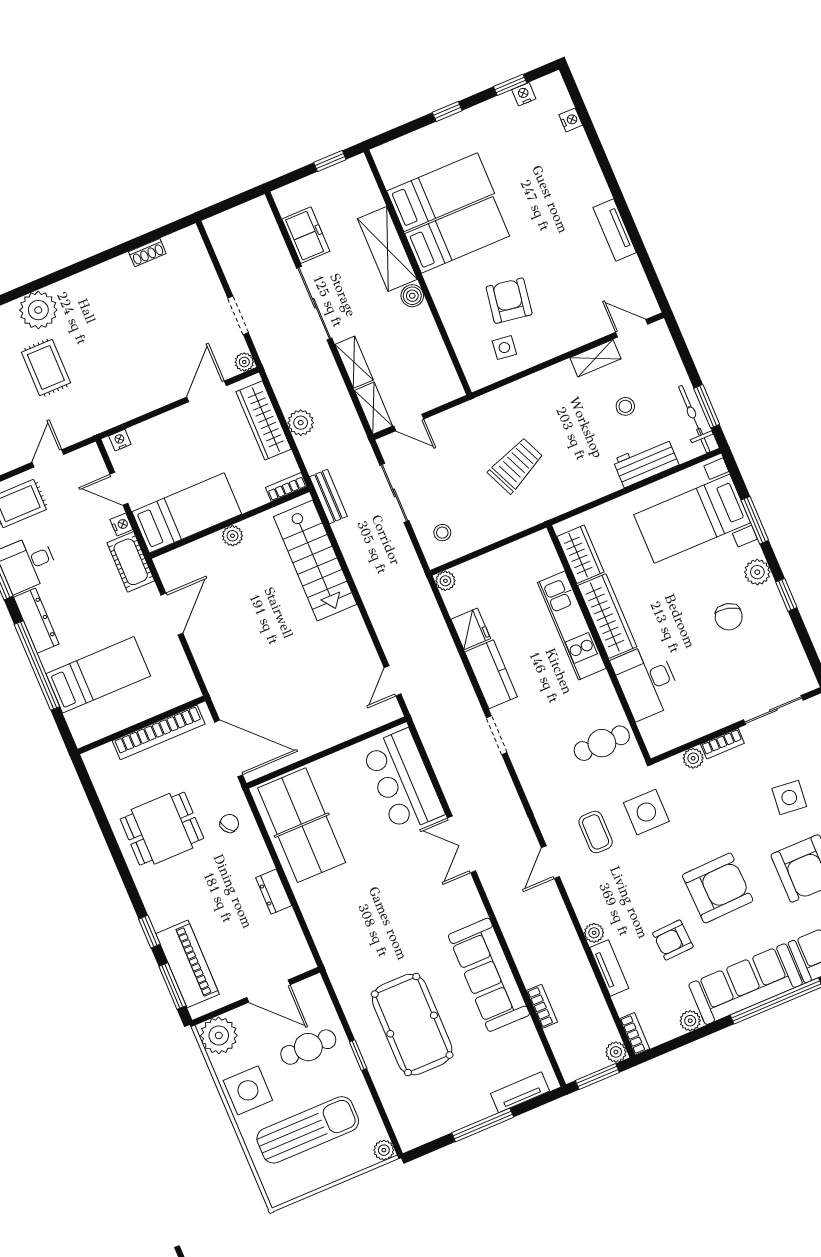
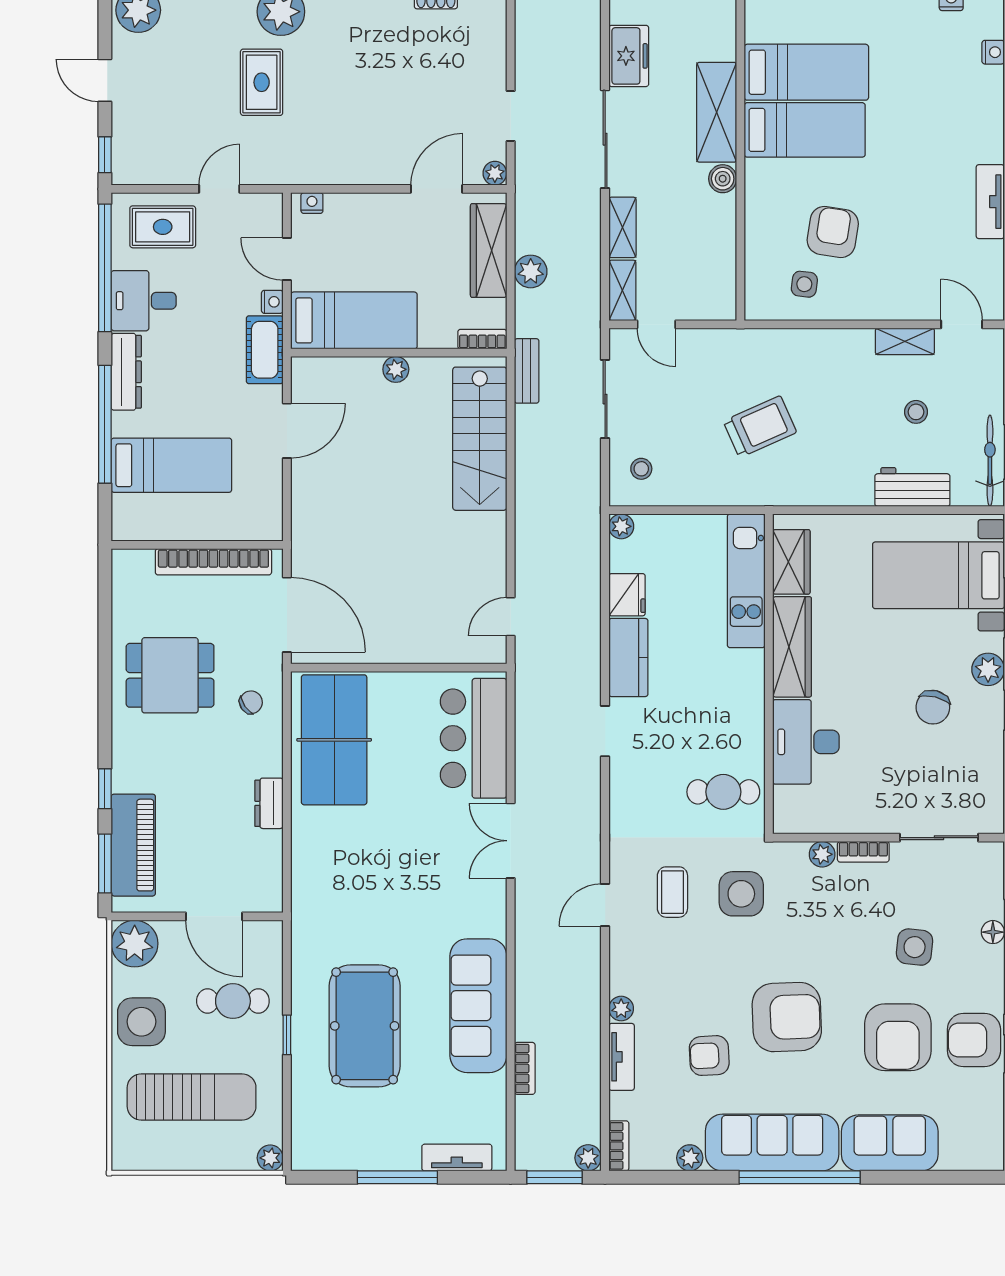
kitchen unit: (572, 625) -> (746, 581), moved

